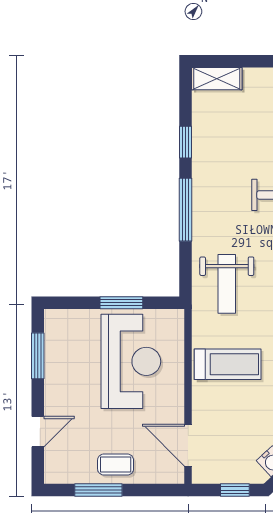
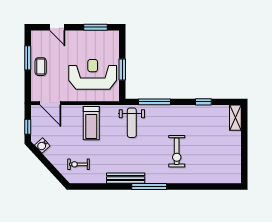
window: (186, 210) -> (154, 102), moved
weight bench: (227, 284) -> (132, 123), turned -90
reception desk: (131, 361) -> (93, 74), turned 180
door: (188, 445) -> (50, 103), swing flipped

